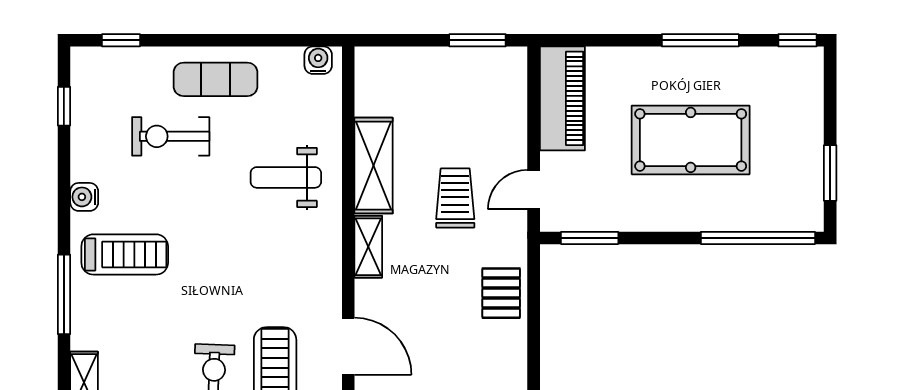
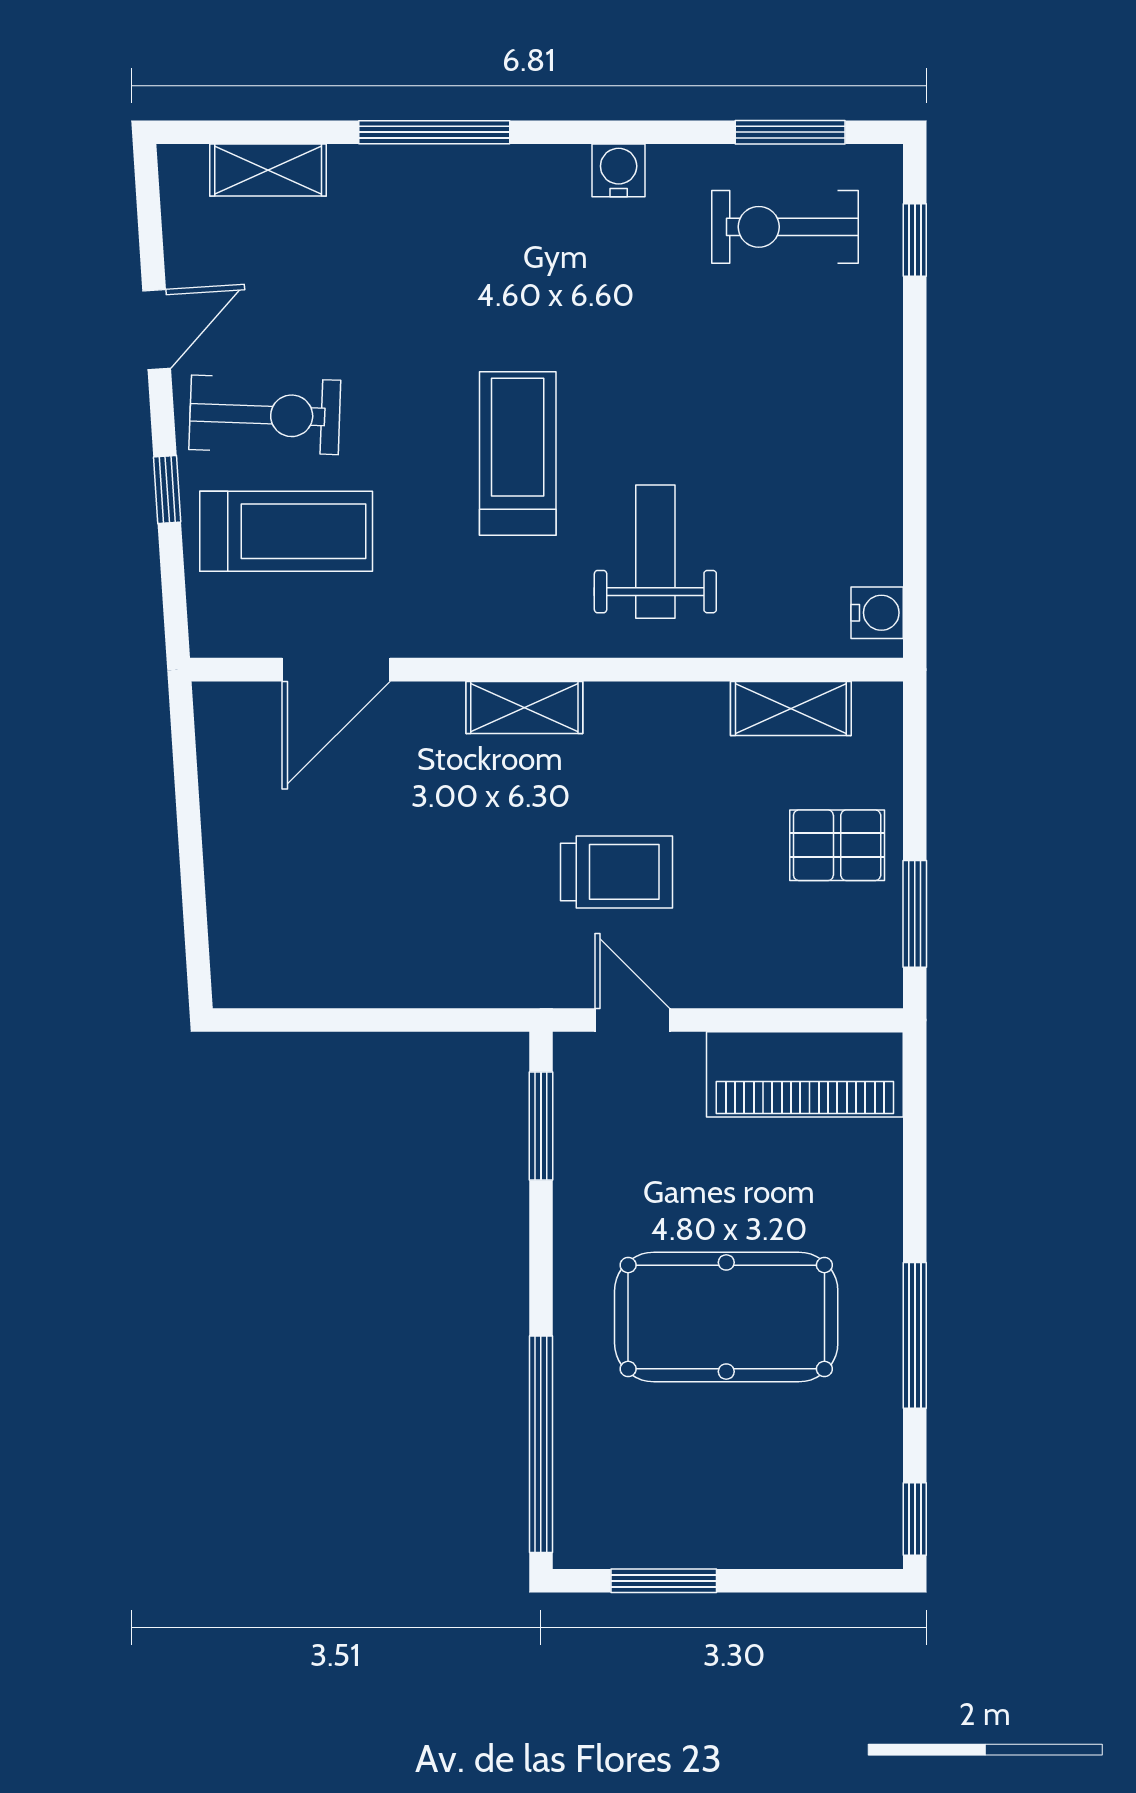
exercise mat: (216, 79) -> (841, 419), removed
window: (64, 106) -> (790, 132), width x1.50
exercise bike: (171, 136) -> (785, 227), moved, turned -90
pool table: (691, 140) -> (726, 1317), turned 90
shelving: (374, 166) -> (791, 708), moved, width x0.67, depth x0.75
treadmill: (125, 254) -> (518, 453), moved, turned 180
pallet: (501, 293) -> (837, 845), moved

